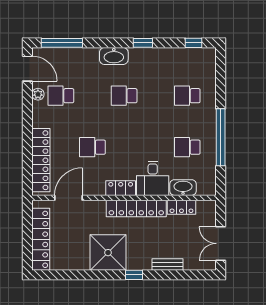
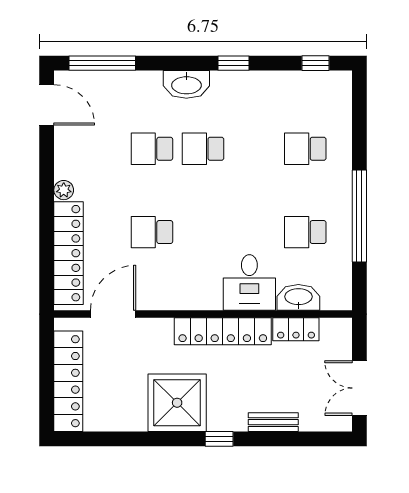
plant: (38, 94) -> (64, 190), moved
school desk: (61, 96) -> (152, 149), moved
locker: (121, 188) -> (198, 298), removed

